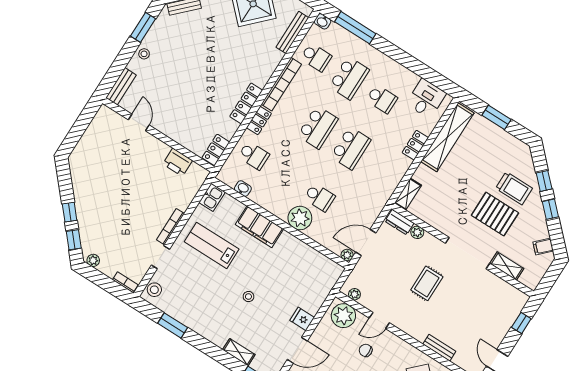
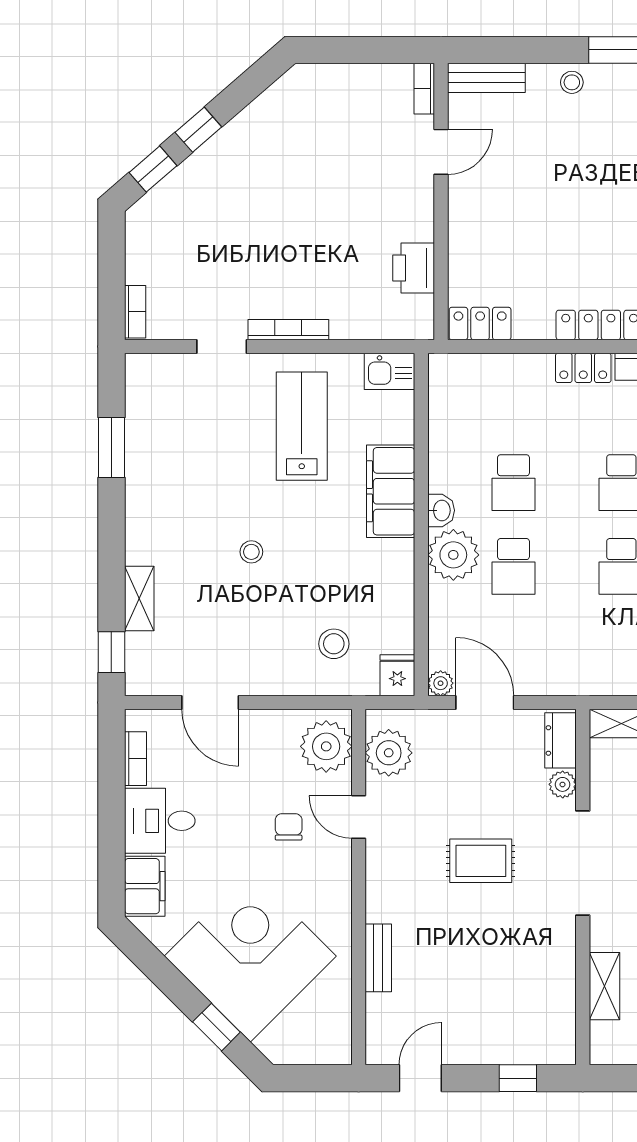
bookcase: (110, 113) -> (424, 89), added
school desk: (254, 156) -> (513, 483), moved
washbasin: (243, 189) -> (441, 510), moved
doorway: (468, 253) -> (583, 863), moved
plant: (93, 260) -> (138, 228), removed
stool: (154, 290) -> (334, 644), moved
plant: (354, 294) -> (389, 753), width x1.87, depth x1.87
fridge: (302, 319) -> (397, 675), moved

